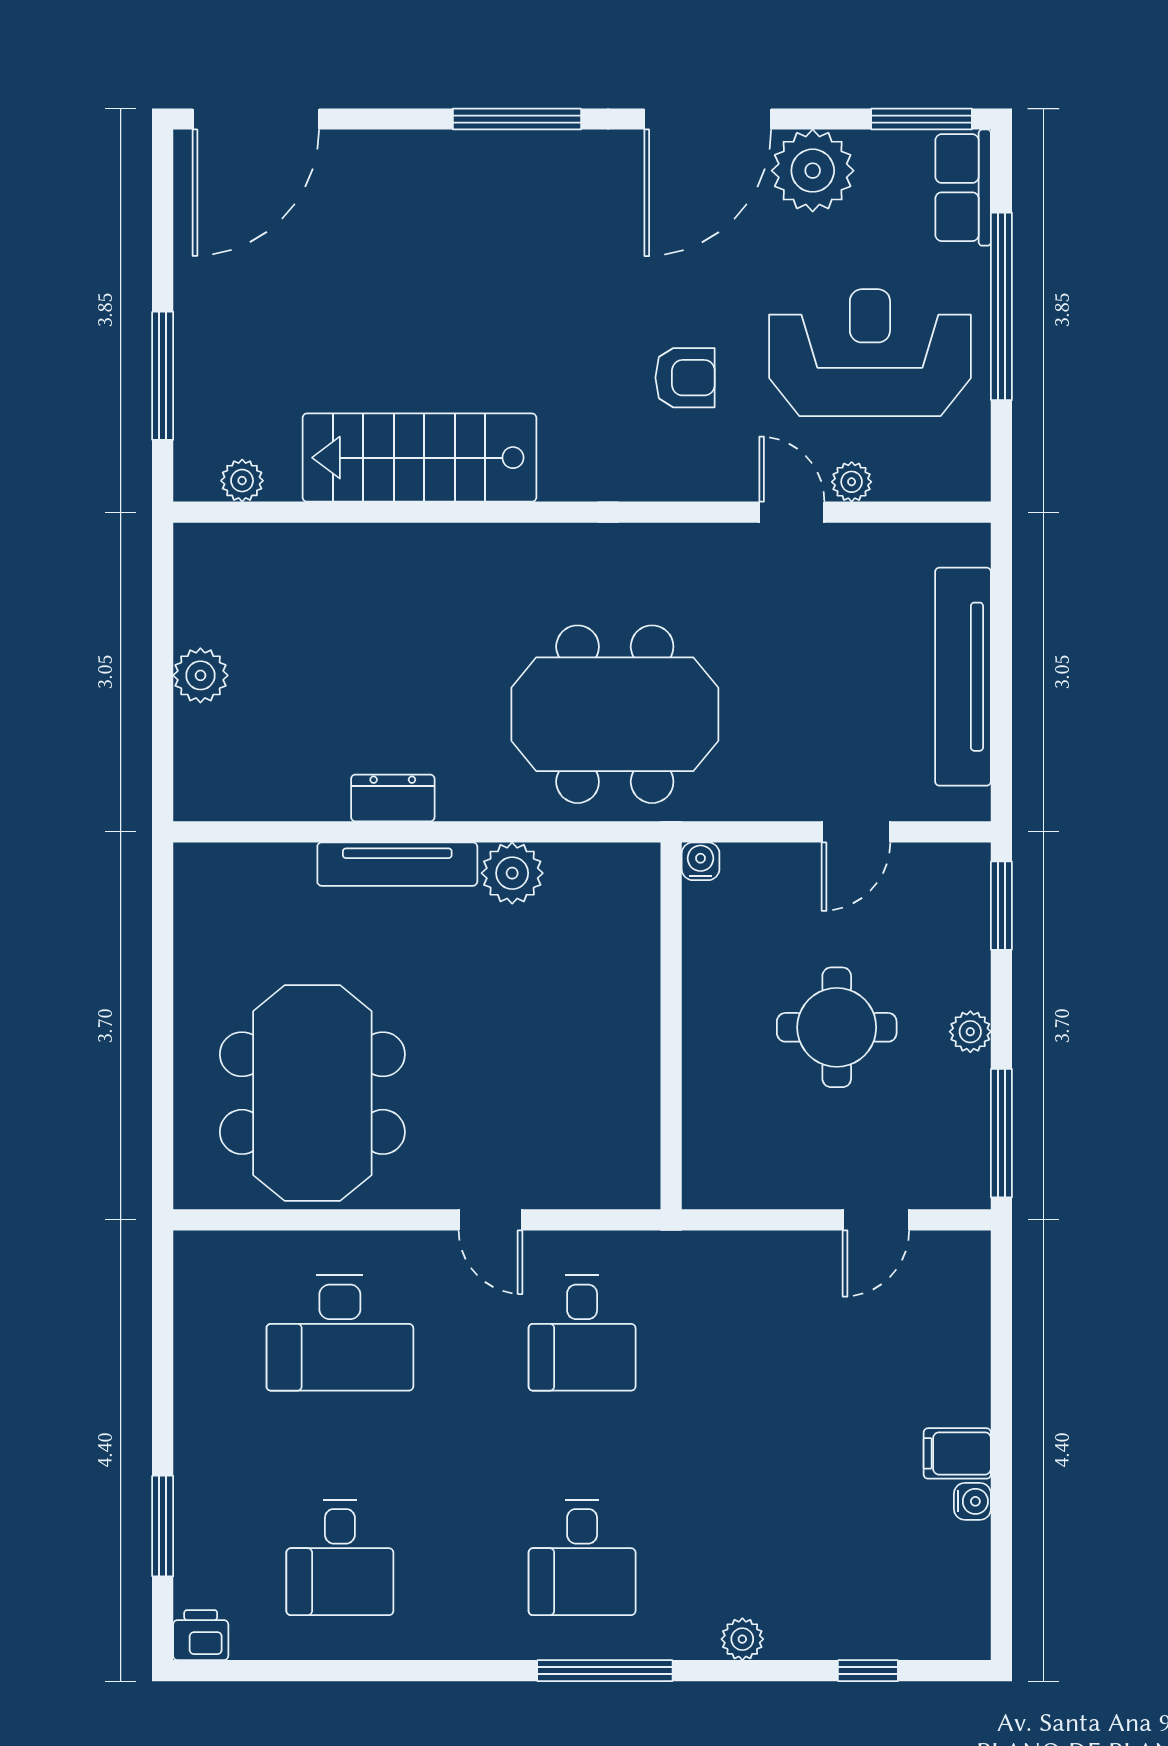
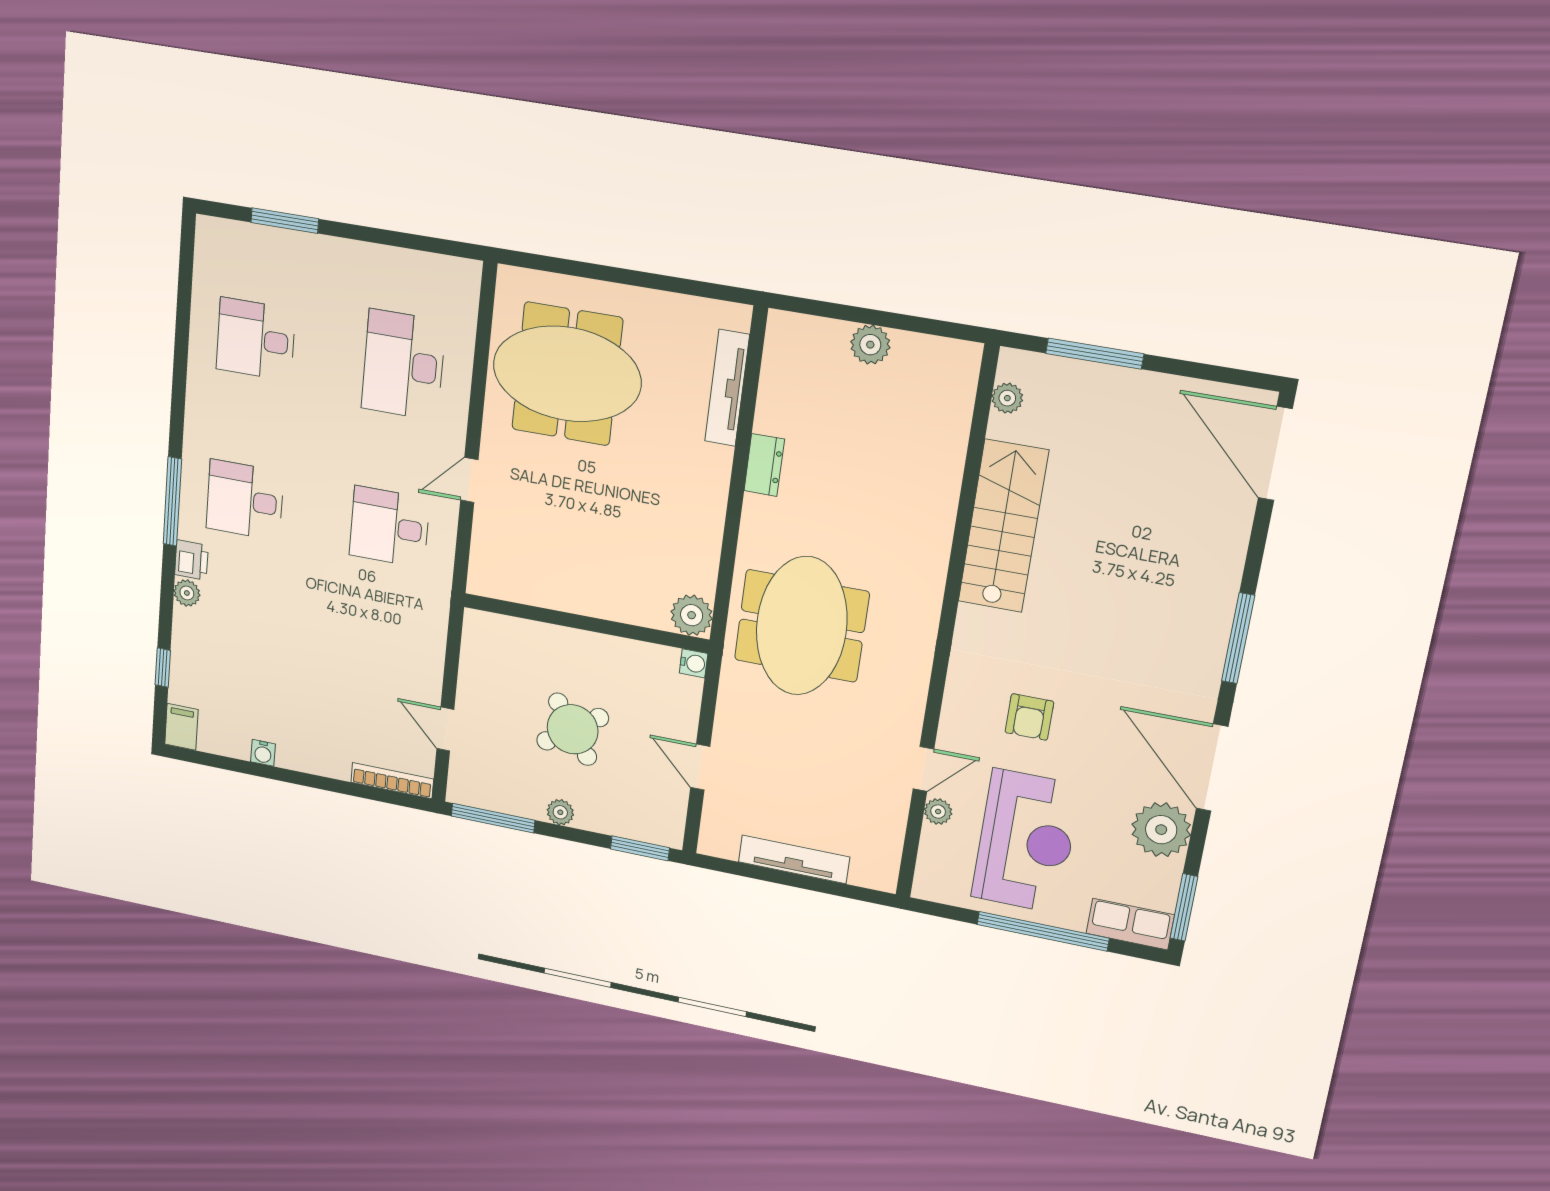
tv unit: (963, 677) -> (794, 859), width x0.73, depth x0.78
tv unit: (397, 864) -> (727, 388), moved
plant: (512, 873) -> (692, 615), moved
round table: (837, 1027) -> (573, 729), turned -35
bookcase: (975, 1294) -> (392, 781), added
filing cabinet: (957, 1453) -> (181, 727), moved
printer: (201, 1635) -> (191, 560), moved

